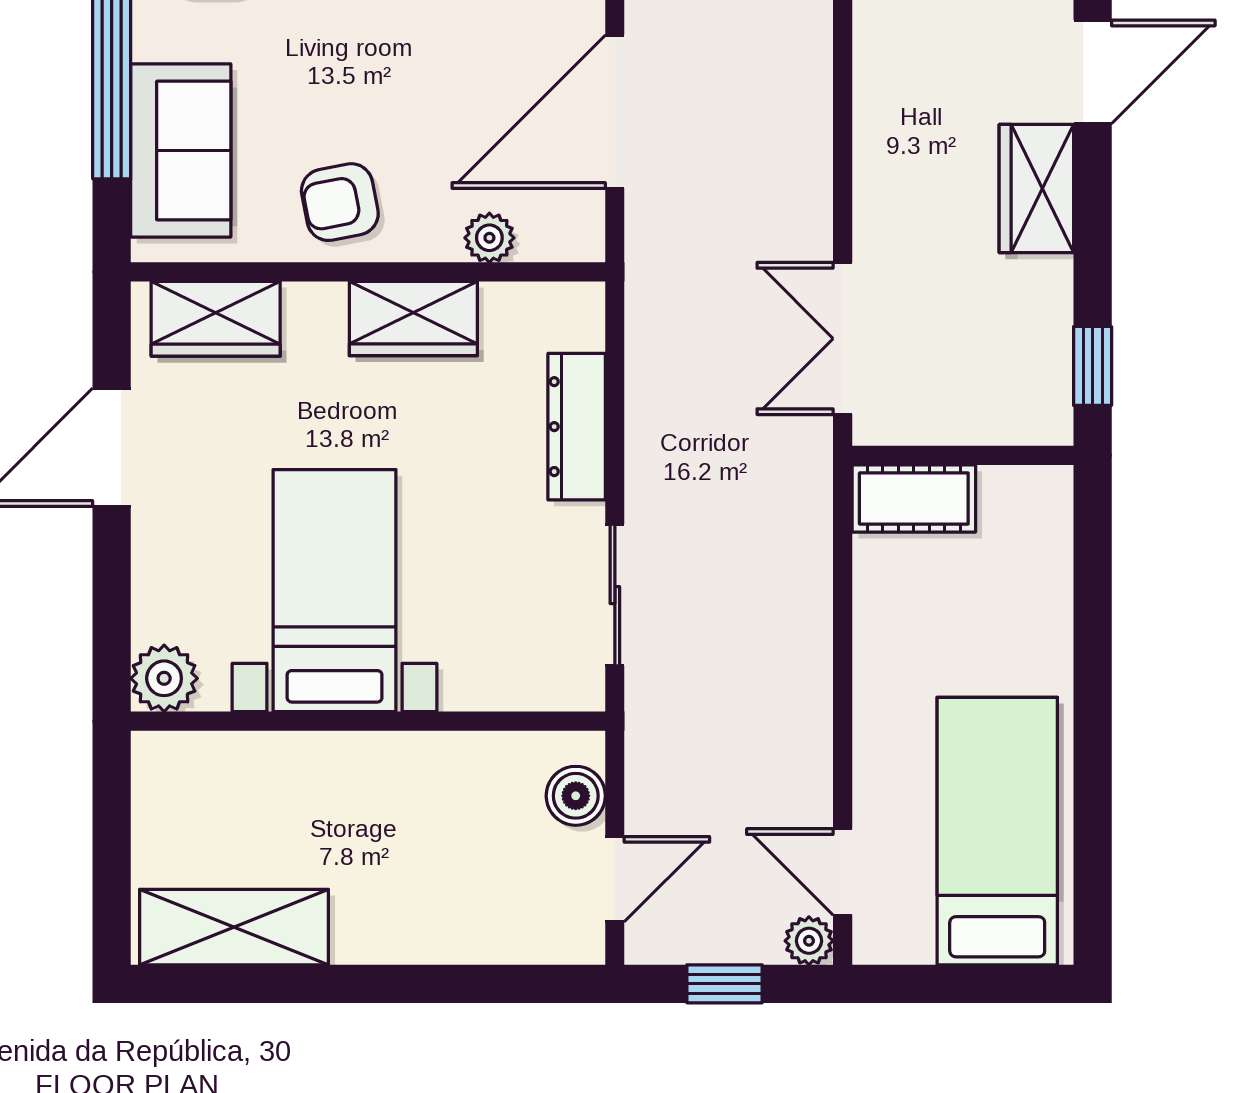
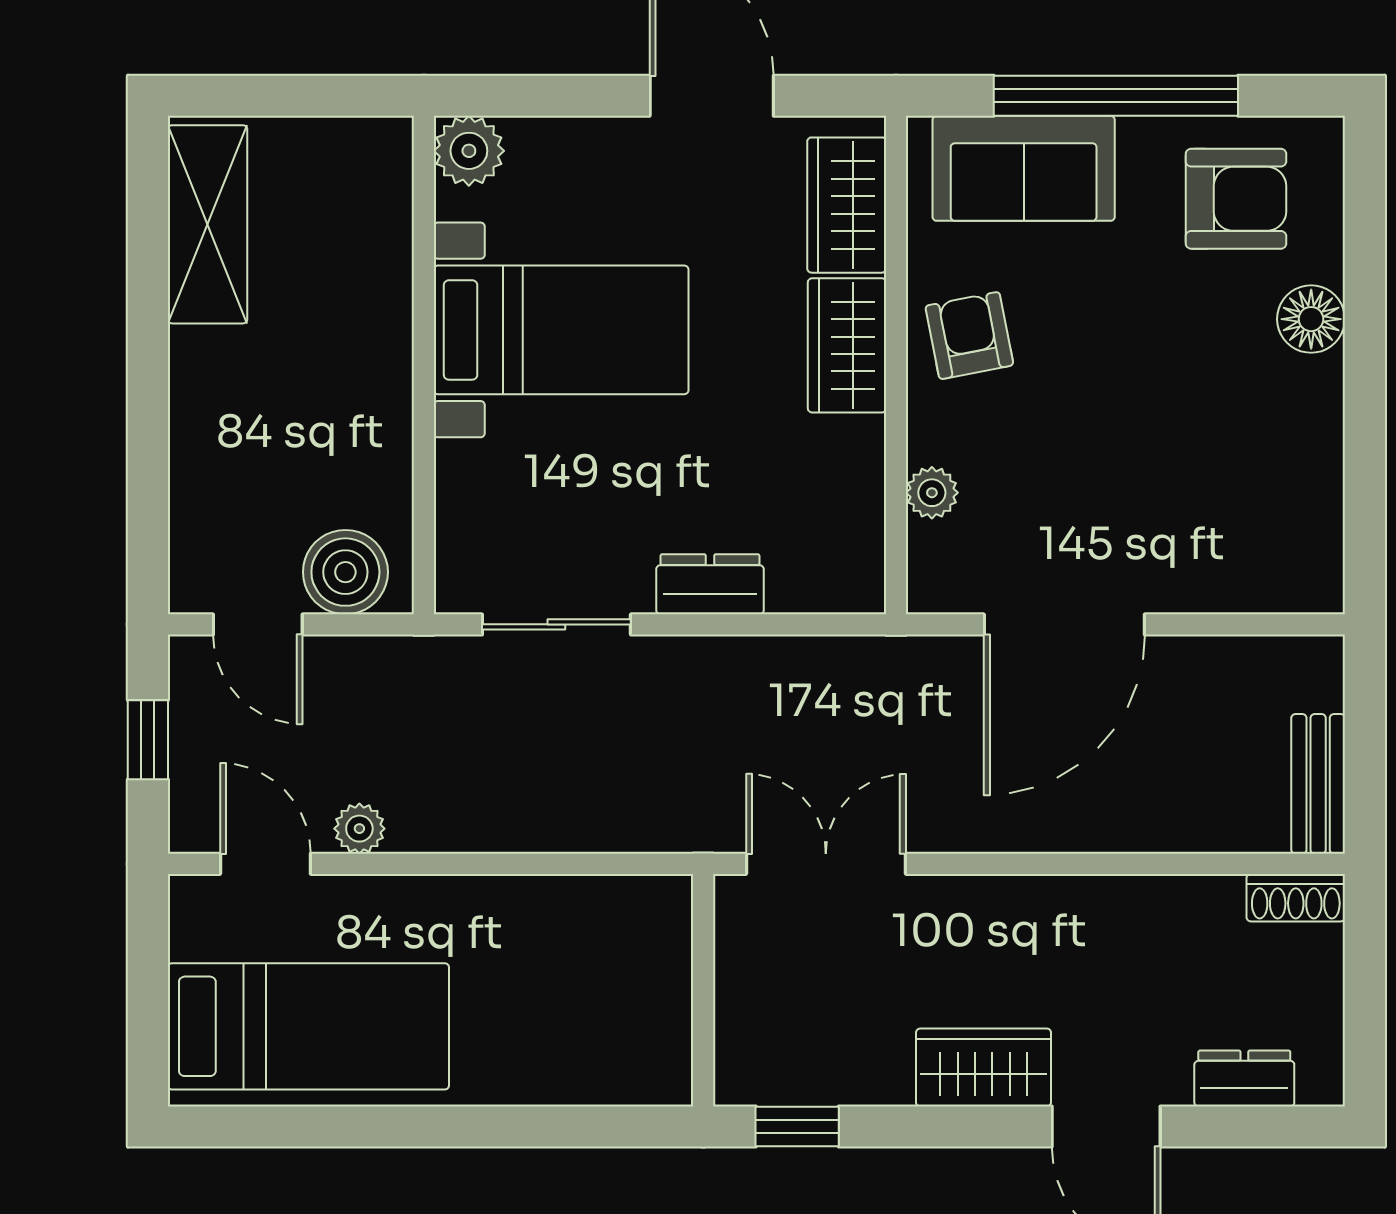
door: (615, 112) -> (1064, 624), swing flipped
wardrobe: (413, 319) -> (847, 345), moved
dresser: (577, 427) -> (710, 584), width x0.70
cot: (914, 499) -> (658, 939), removed
boiler: (576, 796) -> (345, 572), width x1.36, depth x1.36
door: (843, 872) -> (265, 864), hinge flipped
plant: (809, 941) -> (359, 829), moved

